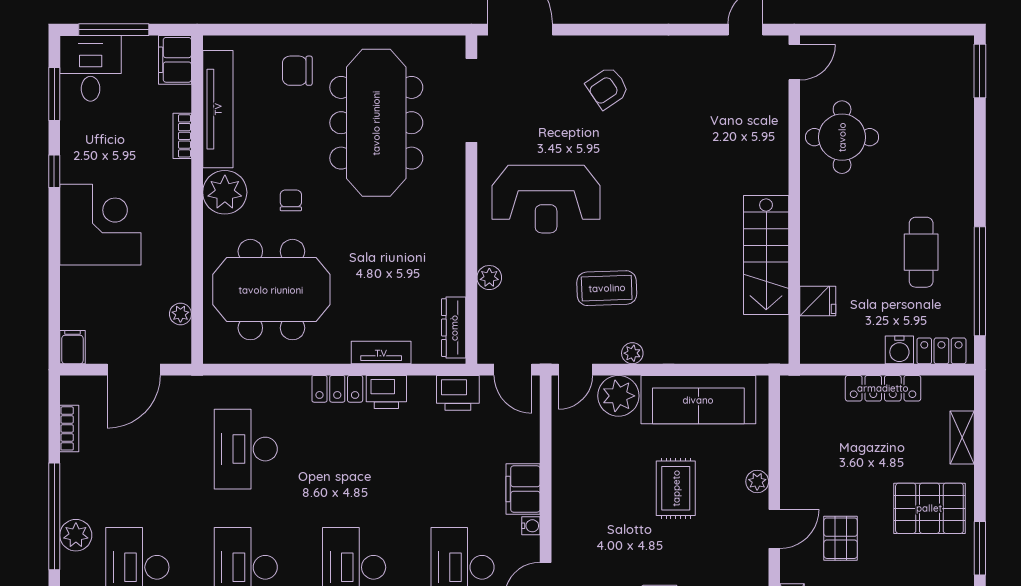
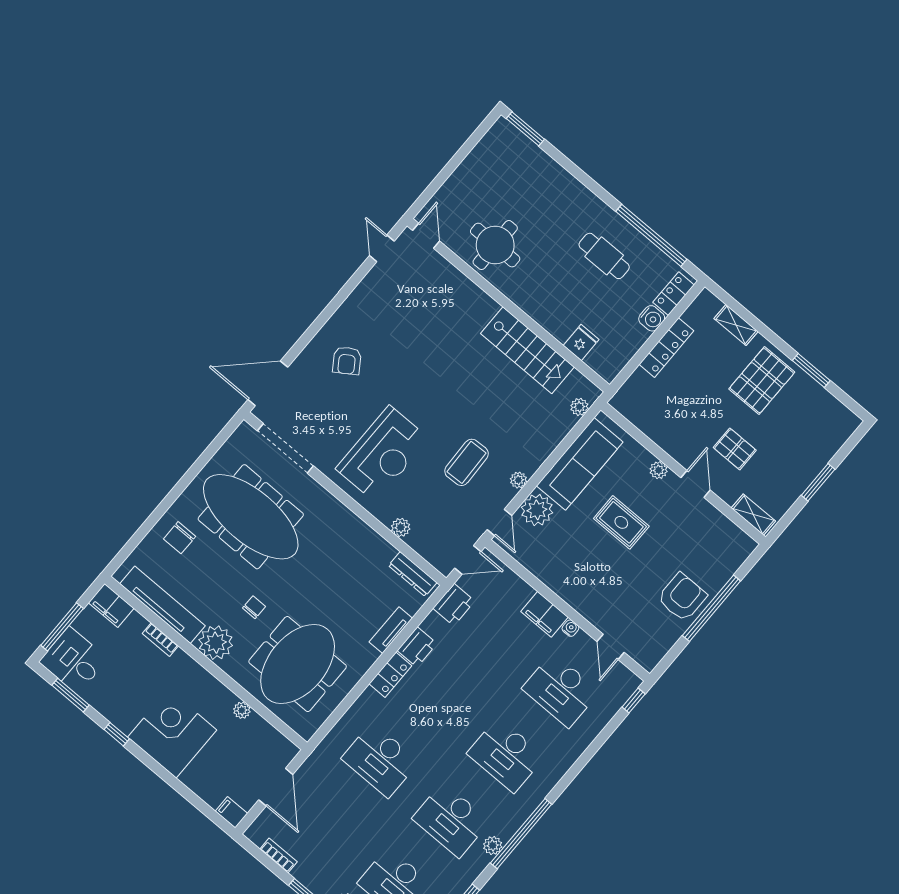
chair: (291, 200) -> (254, 607), turned 90
plant: (180, 314) -> (242, 710), moved
plant: (754, 352) -> (579, 407), added

